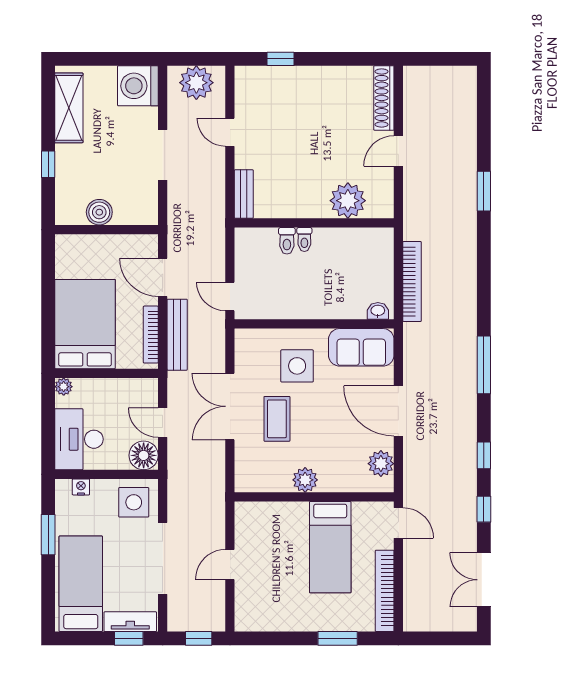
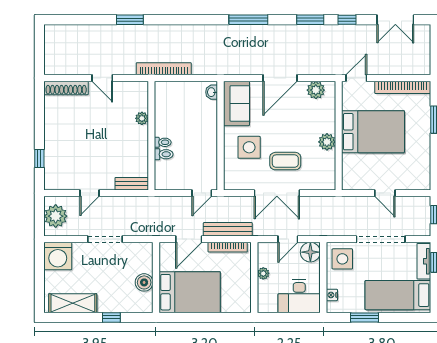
plant: (348, 201) -> (142, 118), width x0.53, depth x0.53
bookcase: (412, 282) -> (164, 69), moved
bed: (85, 324) -> (190, 292), moved, turned 180
plant: (64, 387) -> (263, 273), moved
window: (484, 455) -> (310, 20), width x1.50
bed: (330, 547) -> (373, 132), width x1.50

